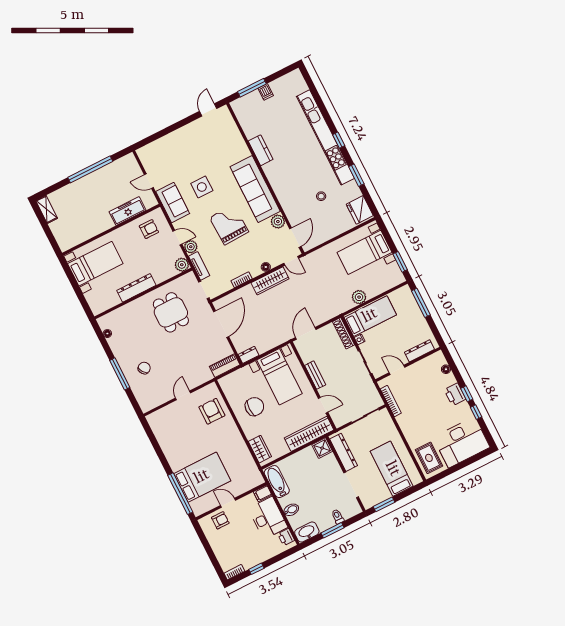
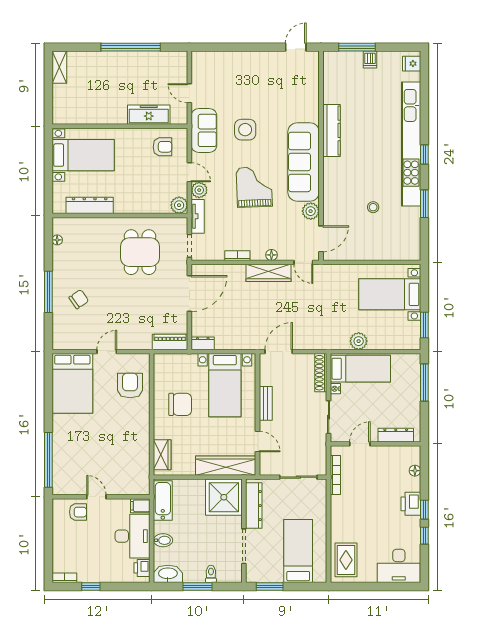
kitchen counter: (261, 150) -> (331, 130), width x1.50
fridge: (360, 210) -> (412, 64), moved, width x0.53, depth x0.75
dresser: (136, 288) -> (90, 205), moved
door: (397, 370) -> (360, 444), hinge flipped
desk: (461, 442) -> (399, 566), width x0.73, depth x0.77
shower: (322, 448) -> (224, 497), width x1.86, depth x1.86
bed: (202, 477) -> (72, 383), moved, turned 90

